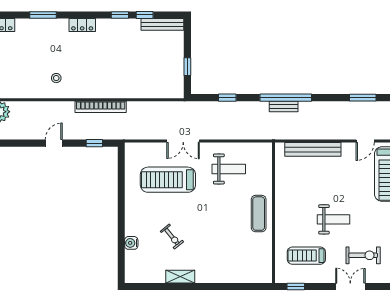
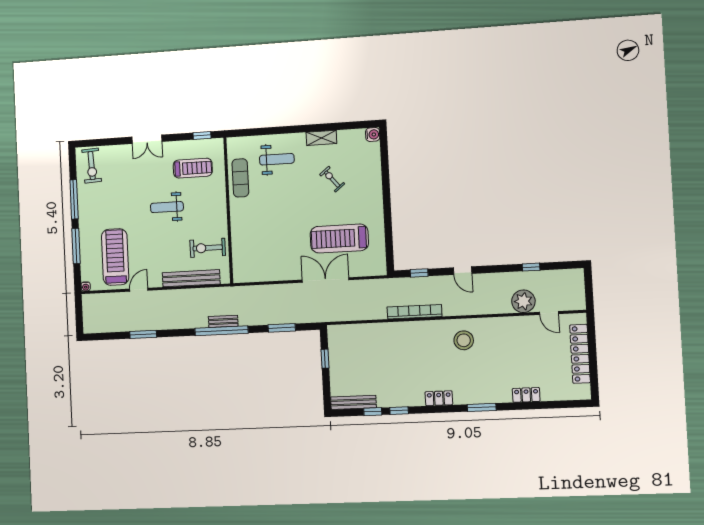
stool: (56, 78) -> (464, 340), width x1.89, depth x1.89
window: (227, 98) -> (282, 328), width x1.50
double door: (183, 141) -> (325, 280), width x1.37
door: (54, 143) -> (463, 271), hinge flipped
weight bench: (229, 169) -> (277, 159), moved, turned 180
treadmill: (168, 180) -> (339, 238), turned 180
exercise mat: (259, 214) -> (240, 178), moved
water cooler: (131, 243) -> (373, 134), moved
exercise bike: (363, 255) -> (208, 248), moved

